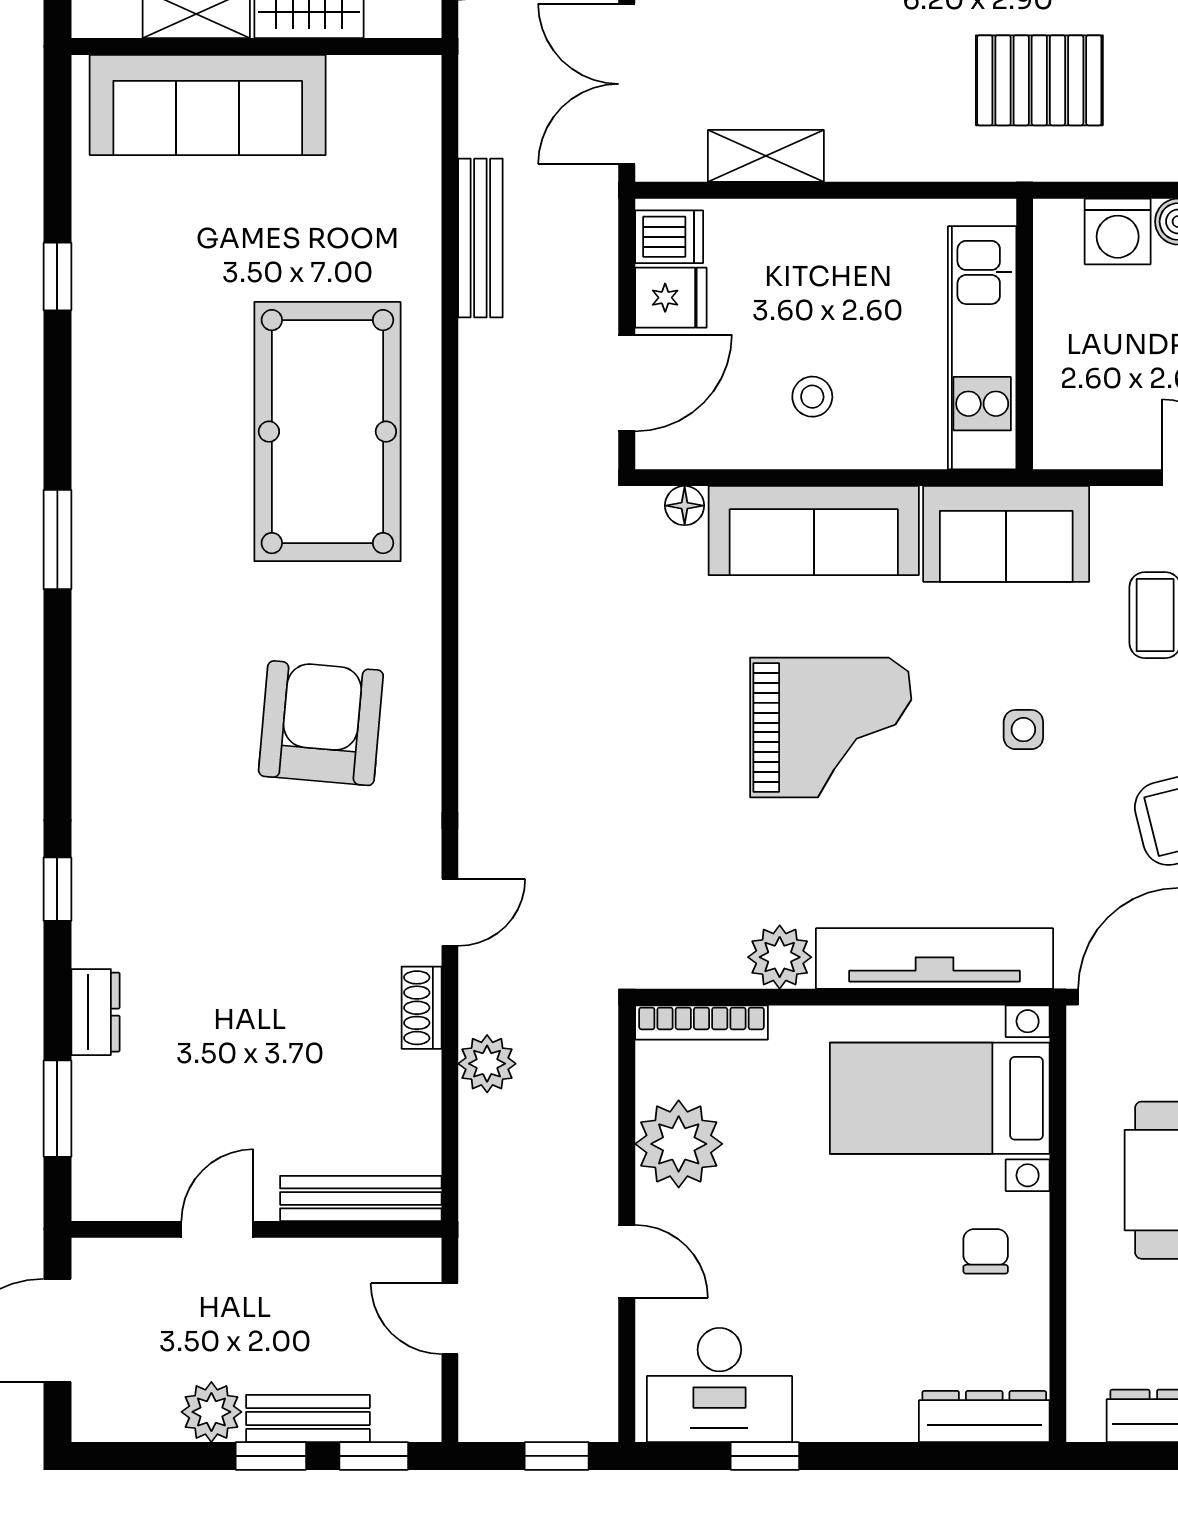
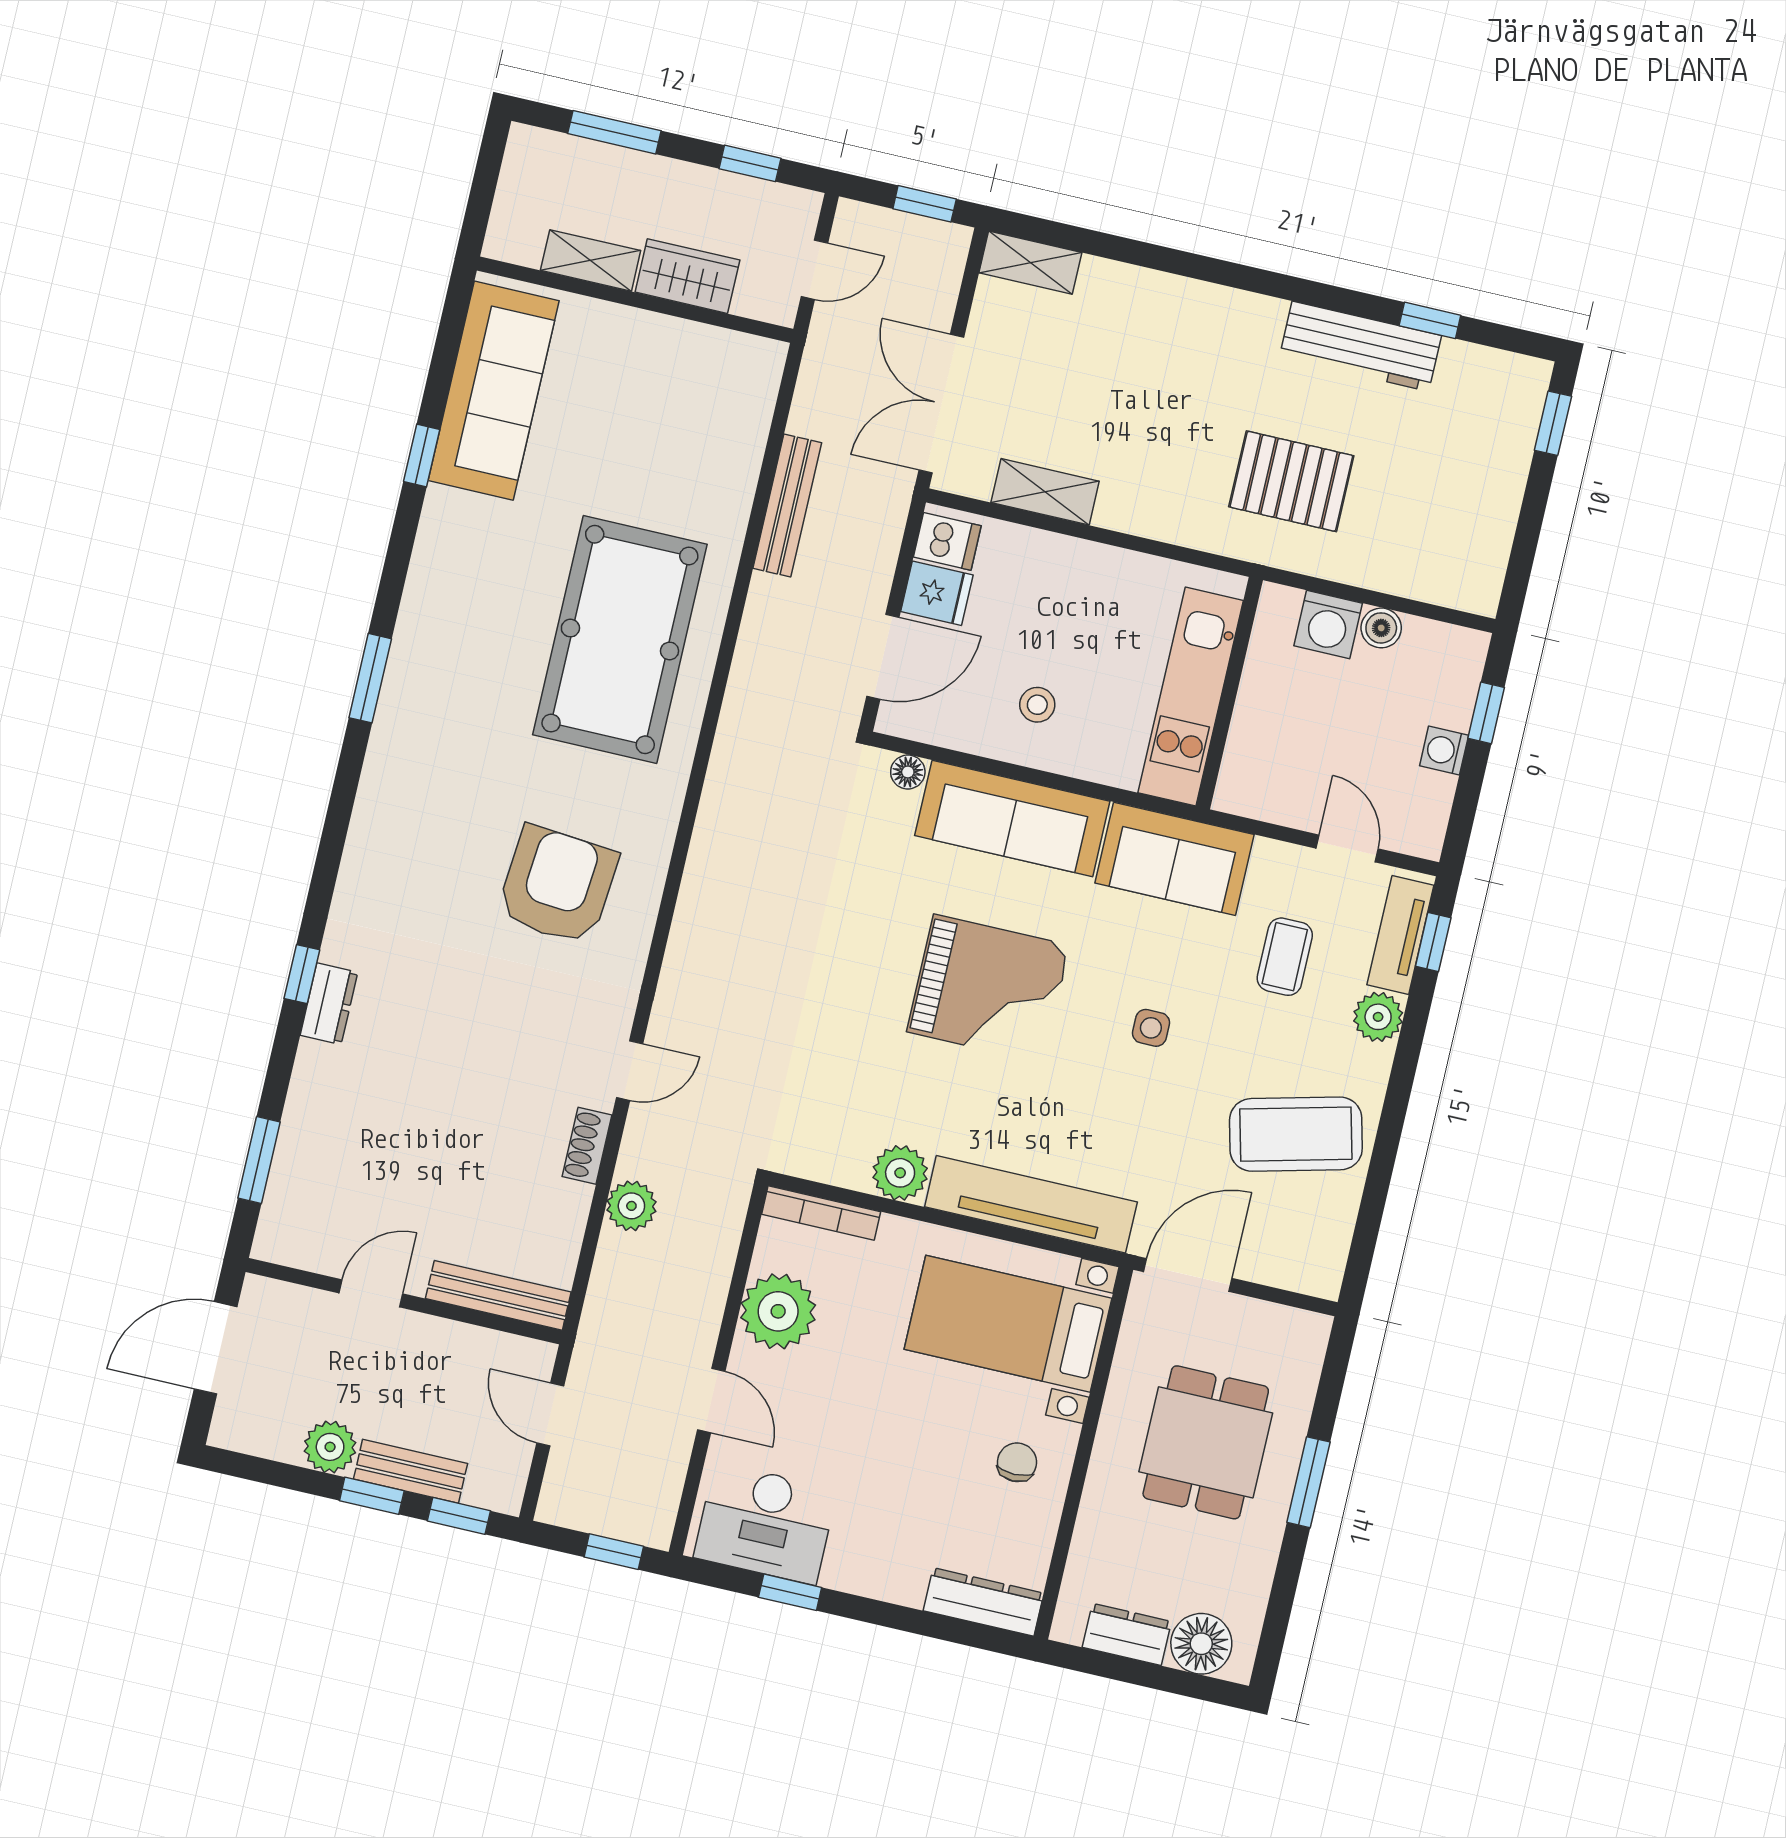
sofa: (208, 105) -> (494, 391), moved, turned -90
dresser: (95, 1012) -> (329, 1004), moved

